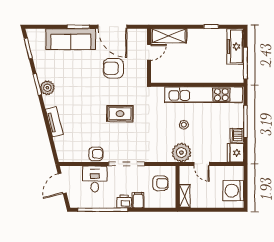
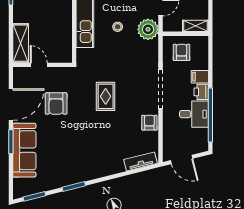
plant: (47, 88) -> (77, 176), removed
tv unit: (54, 122) -> (141, 161), moved
desk: (95, 179) -> (194, 114), moved, turned 180

